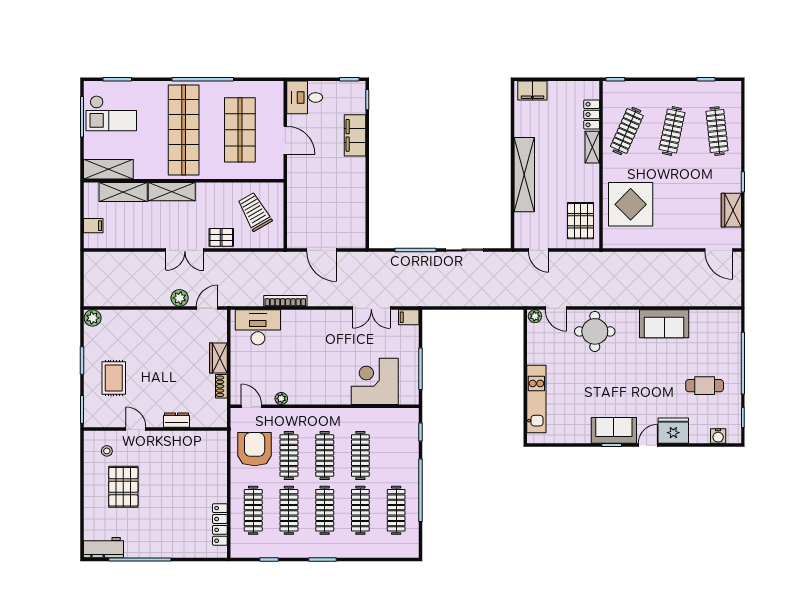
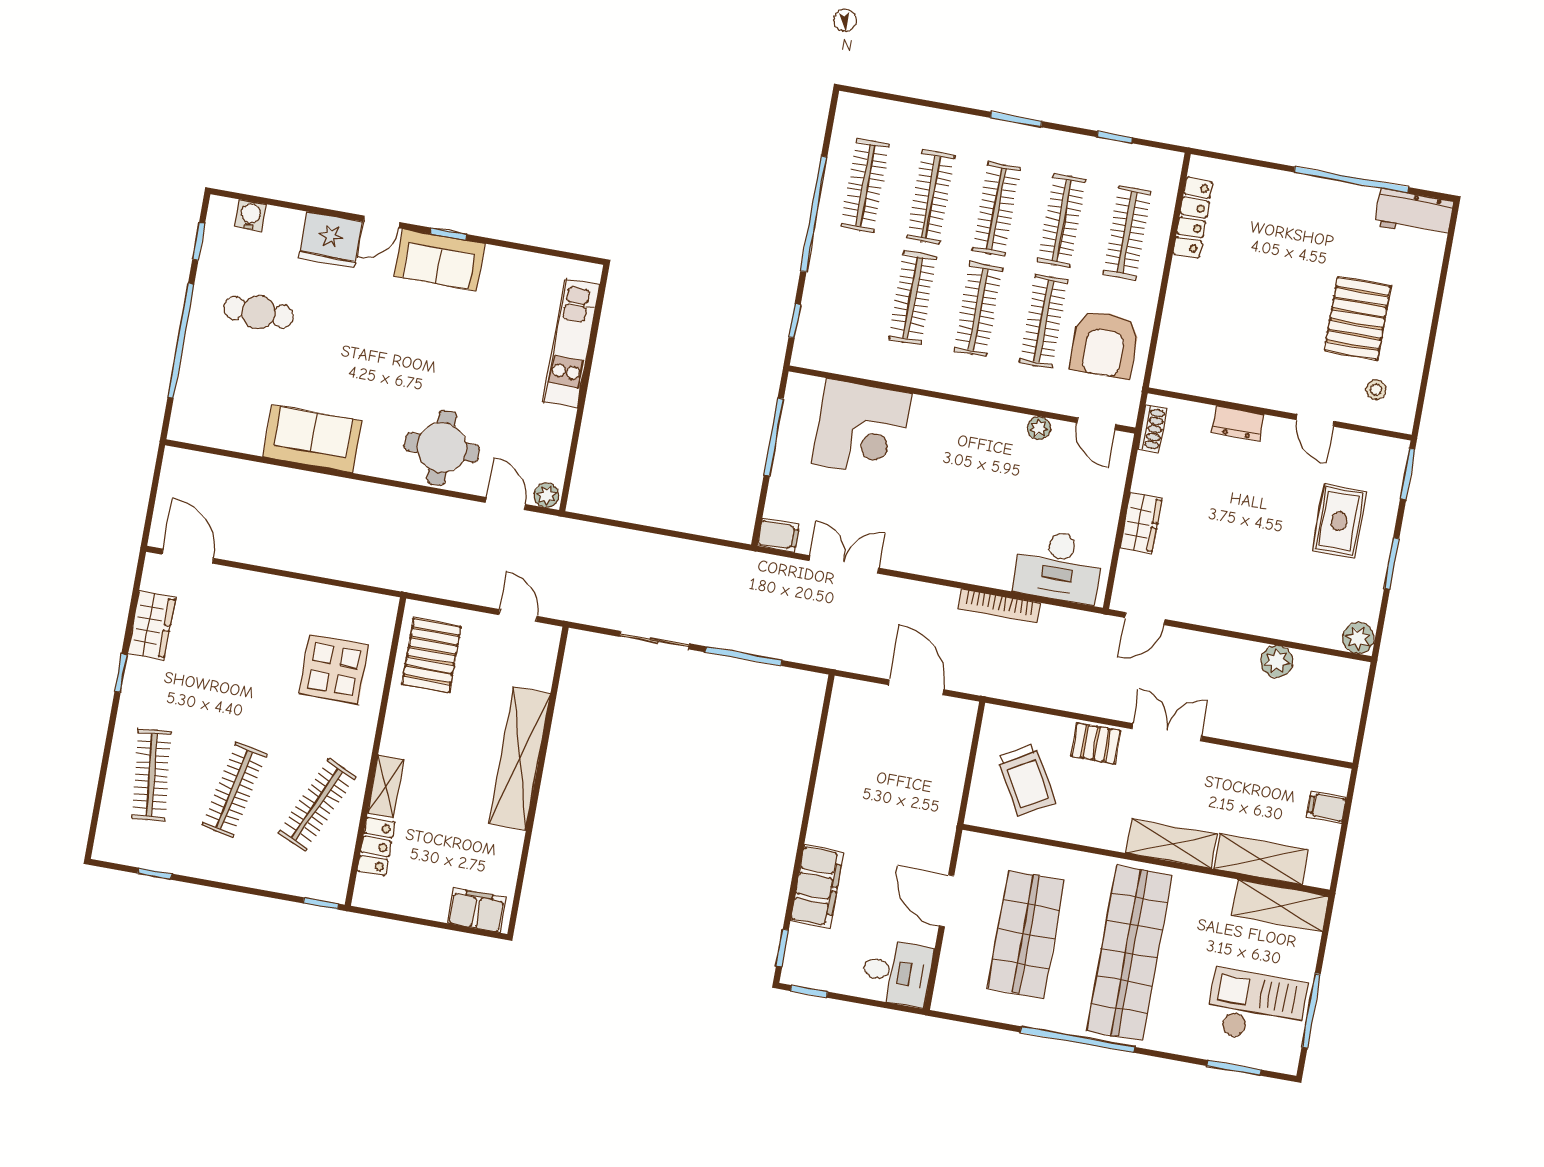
display table: (631, 204) -> (334, 669), width x0.73, depth x0.73
plant: (180, 298) -> (1277, 661), moved
shoe rack: (221, 386) -> (1152, 428), moved

